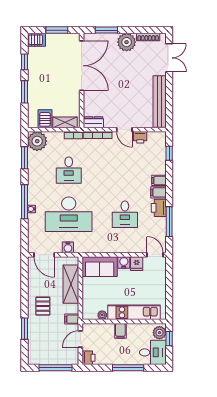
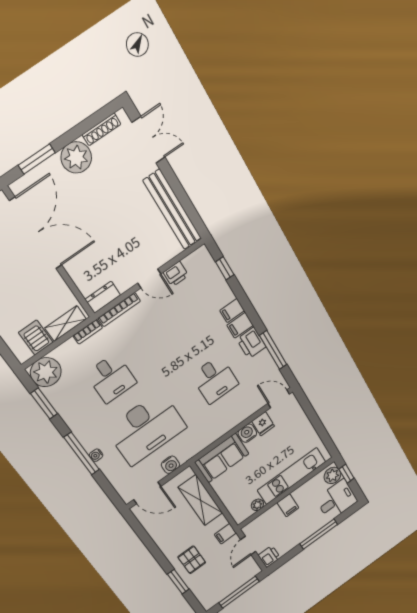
pallet: (43, 306) -> (192, 560), moved

